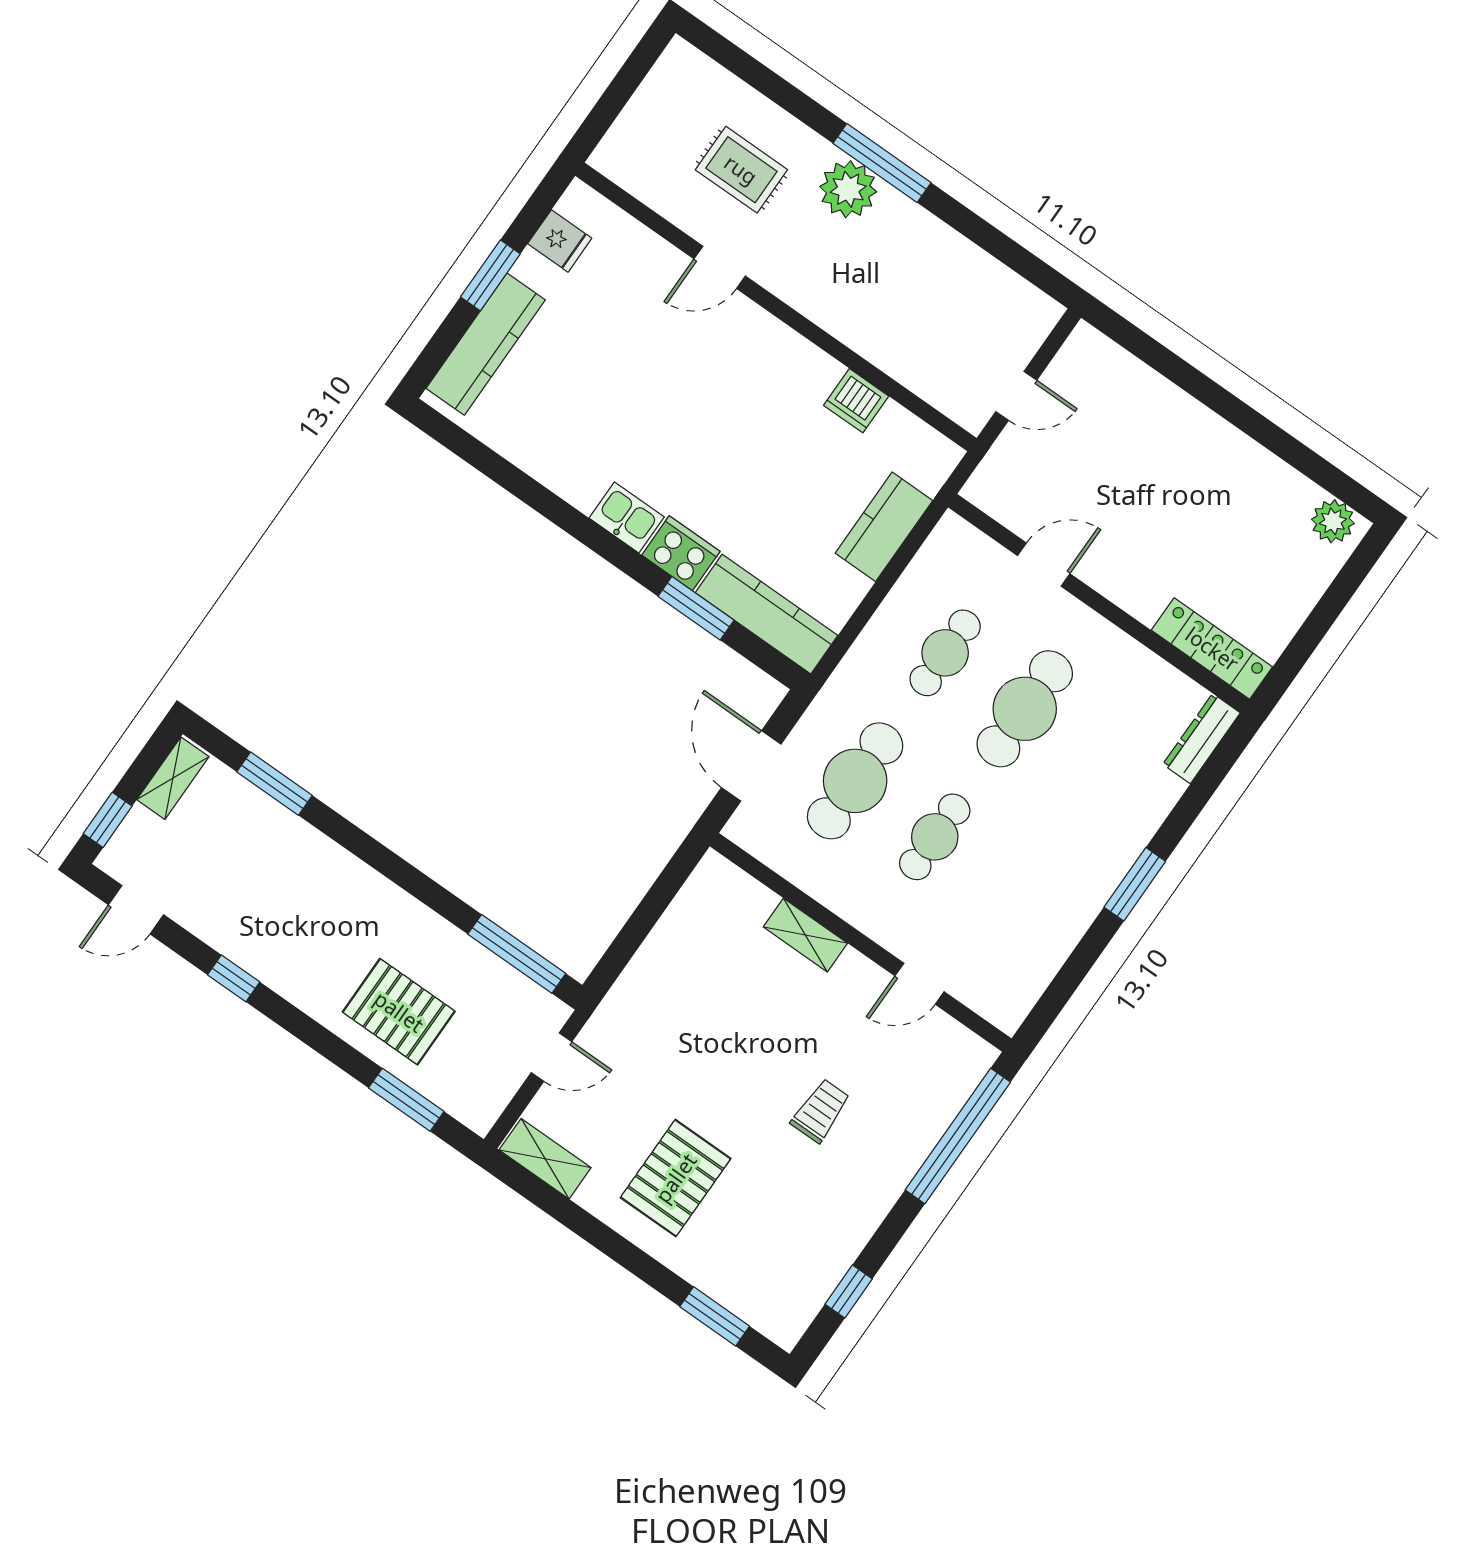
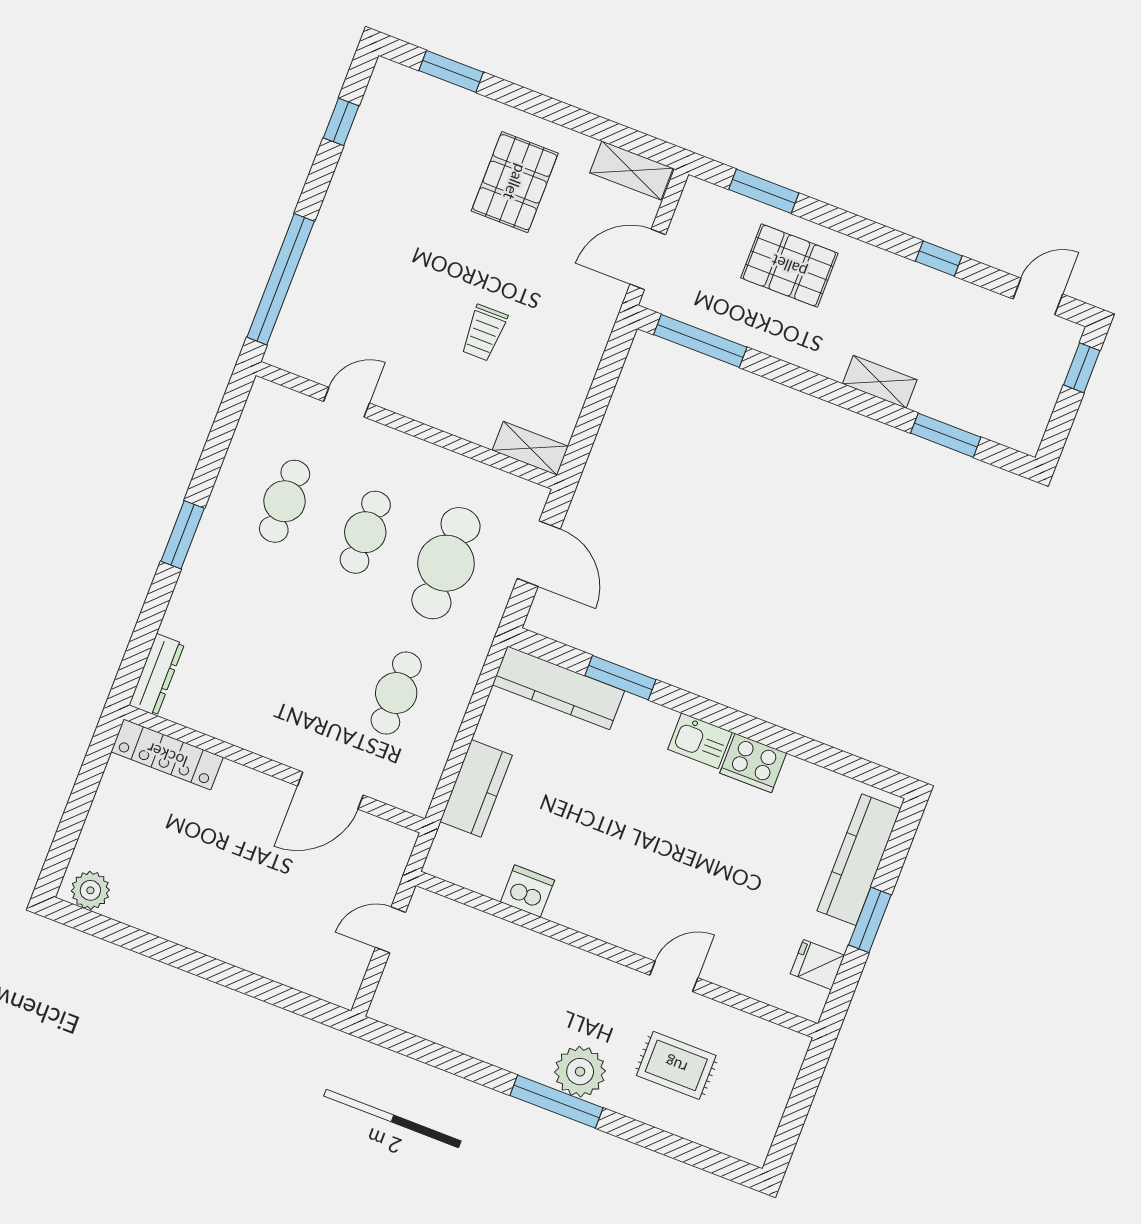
cooker: (681, 553) -> (753, 763), moved
door: (1044, 565) -> (330, 790), width x1.38
cafe table: (1025, 709) -> (285, 501), moved, width x0.73, depth x0.74
shelving: (173, 778) -> (880, 382), moved, turned 90
shelving: (805, 935) -> (530, 448), moved
door: (552, 1057) -> (648, 259), width x1.38
trolley: (821, 1111) -> (484, 333), moved

